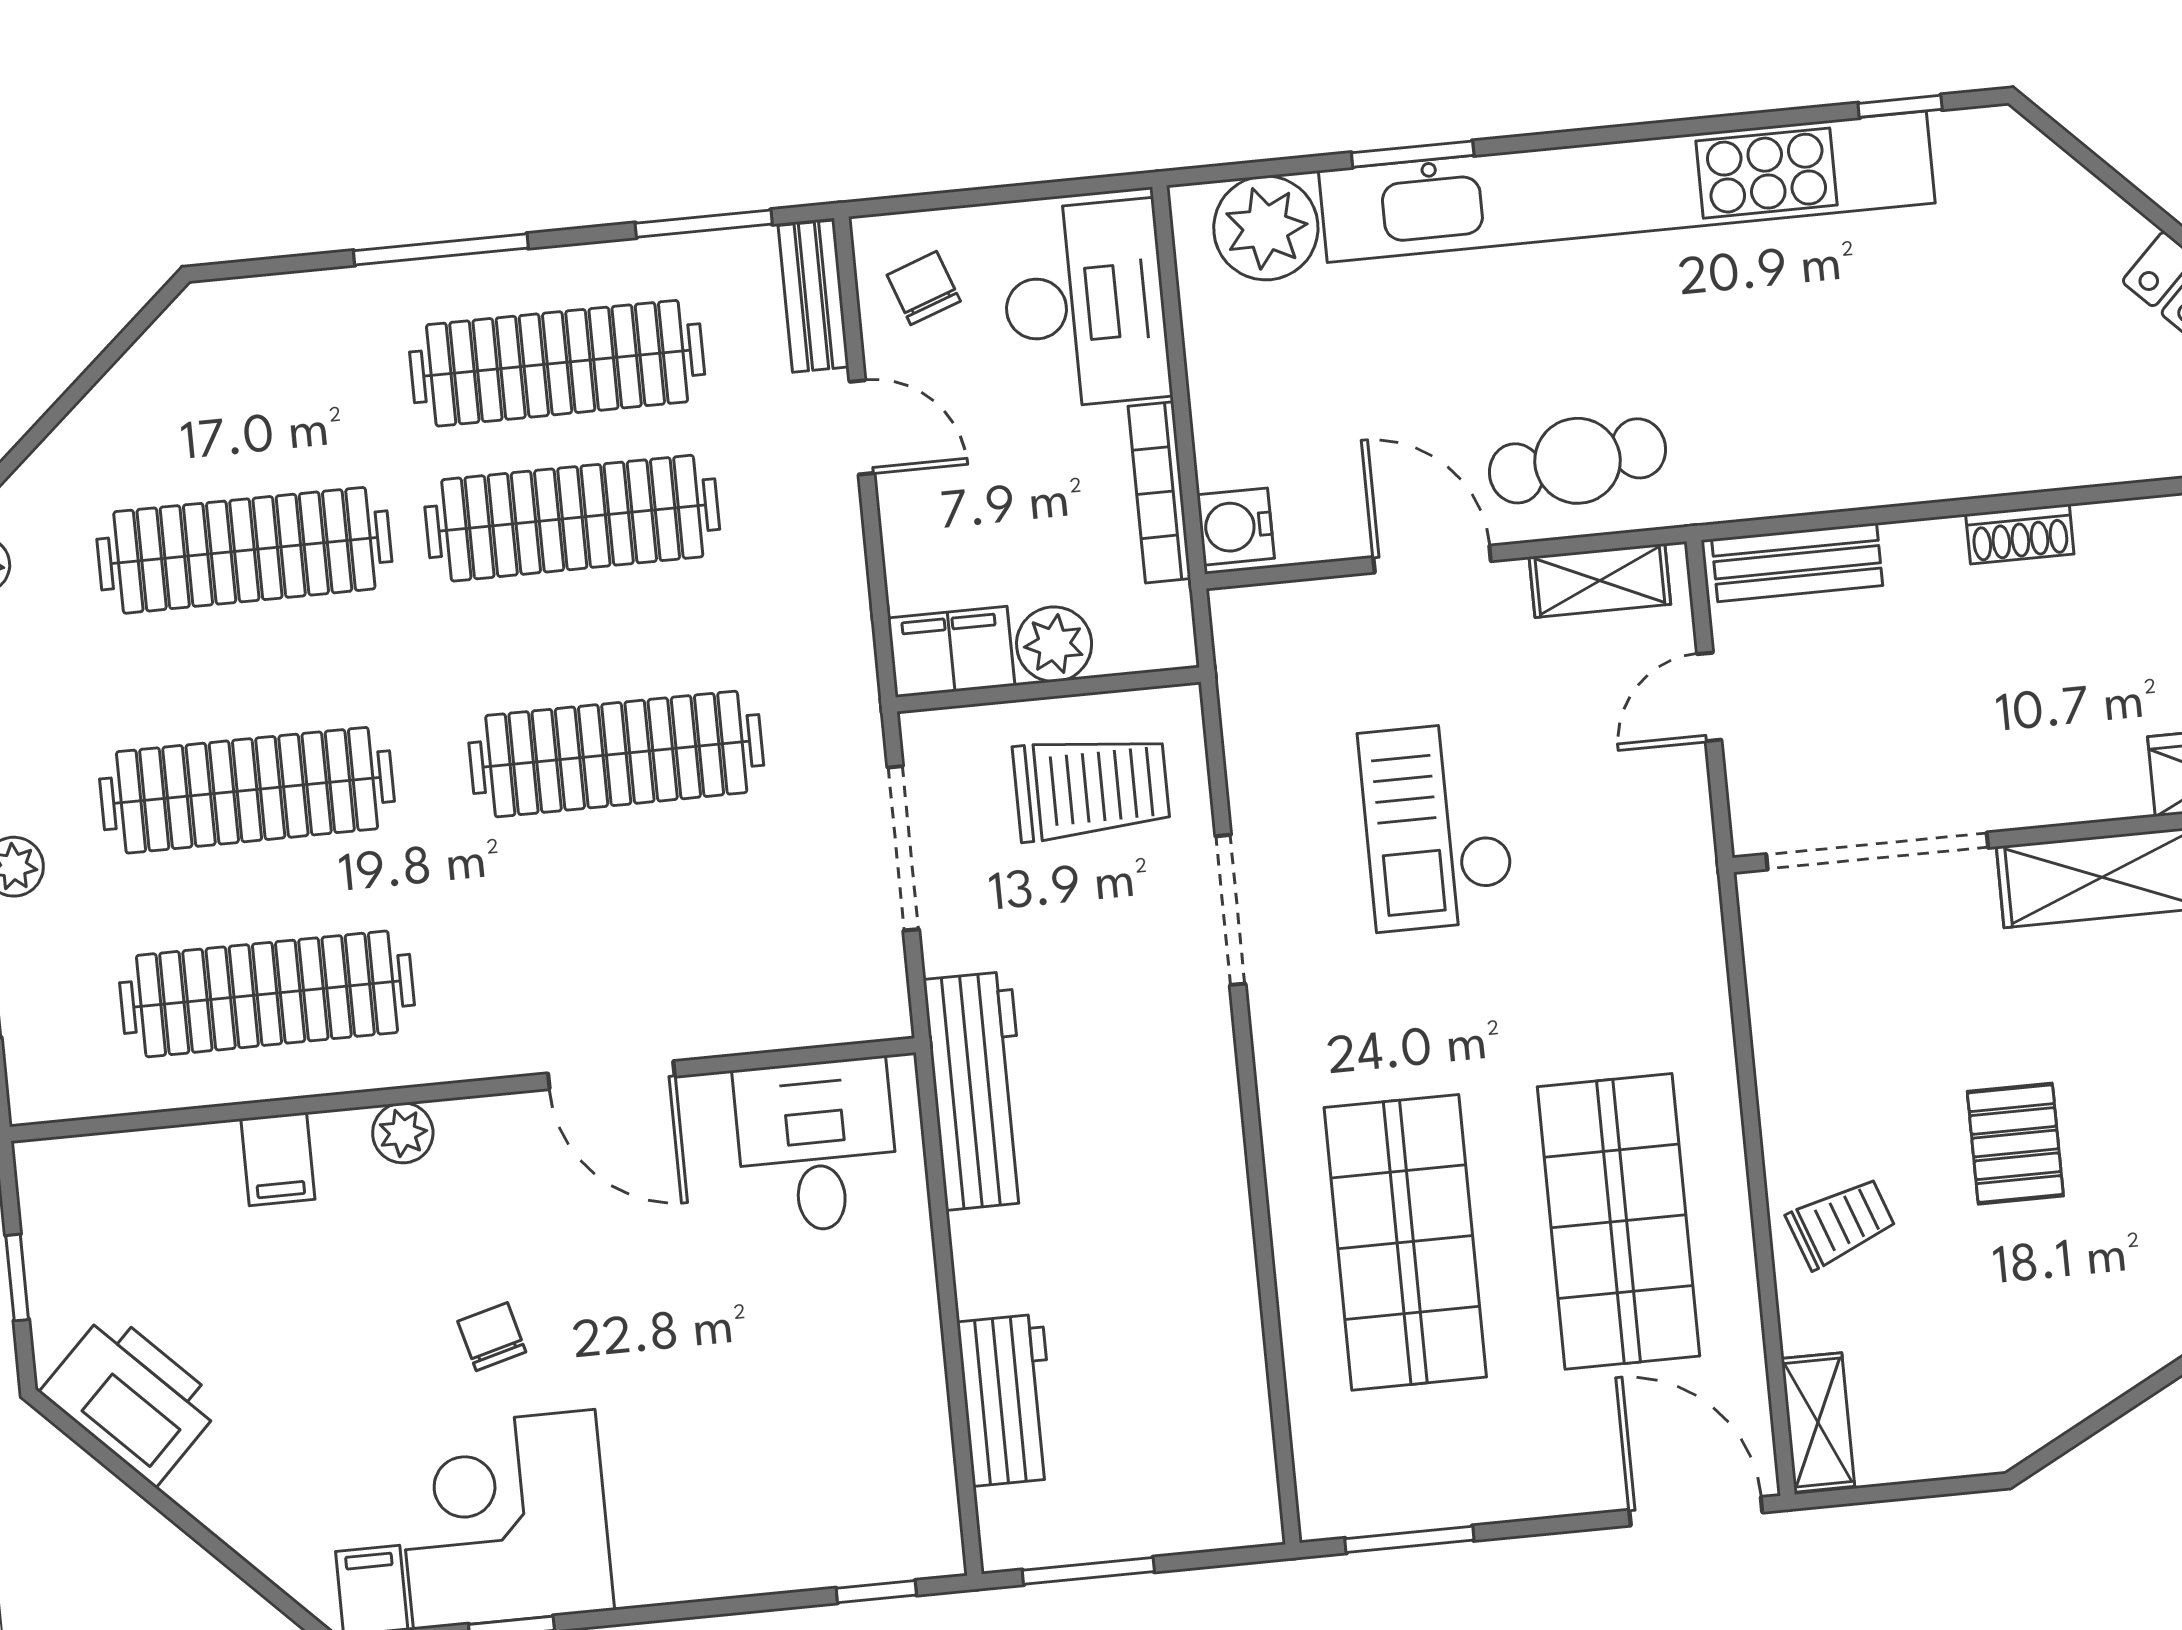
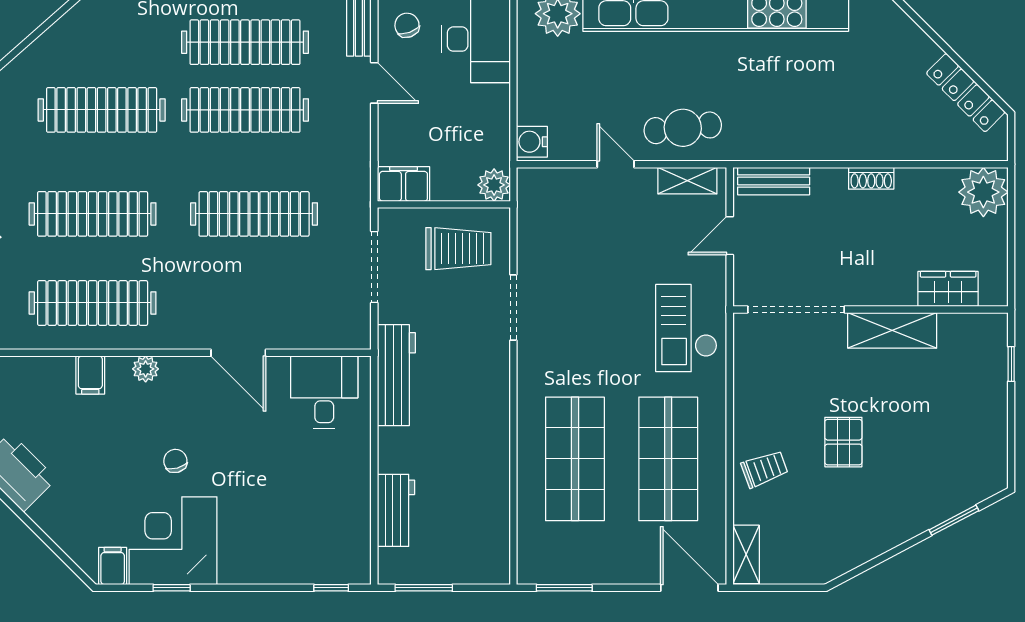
bookcase: (1159, 492) -> (500, 124), removed
door: (1432, 559) -> (616, 164), width x0.73
plant: (1054, 644) -> (494, 185), moved
checkout: (1437, 826) -> (686, 328), moved

